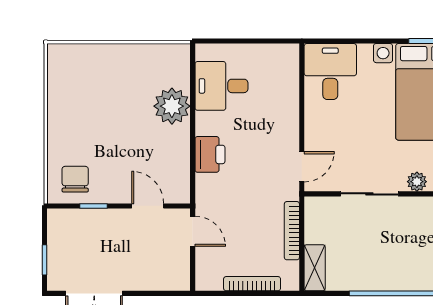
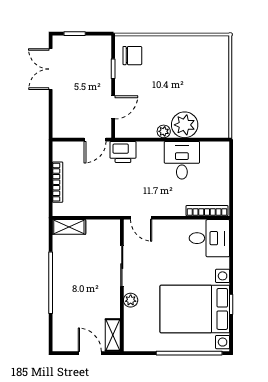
desk: (221, 86) -> (182, 160), moved
plant: (181, 135) -> (164, 131), added
printer: (210, 154) -> (123, 152), moved
bookcase: (292, 231) -> (207, 211), moved

